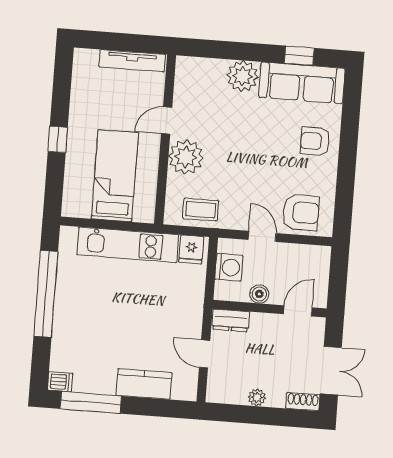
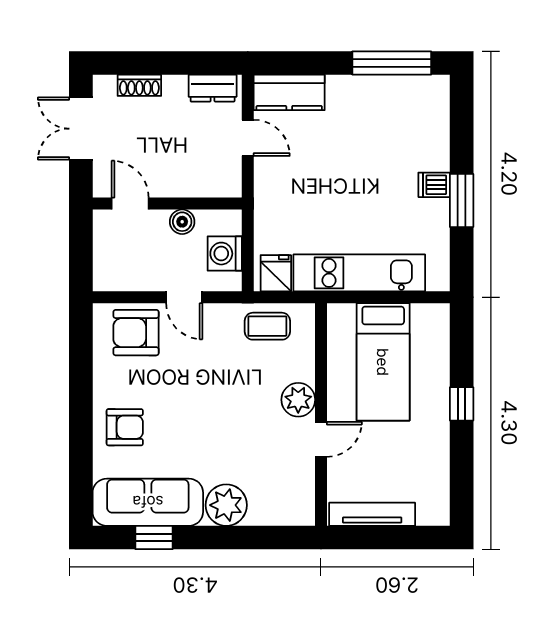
plant: (186, 157) -> (298, 400), width x0.73, depth x0.73
window: (46, 294) -> (462, 200), width x0.47
door: (298, 311) -> (130, 204), swing flipped
dresser: (231, 320) -> (213, 88), moved, turned 180
dishwasher: (60, 382) -> (434, 185), moved
kitchen counter: (144, 384) -> (289, 92), moved
plant: (257, 398) -> (175, 86), removed
shoe rack: (303, 402) -> (139, 85), moved

